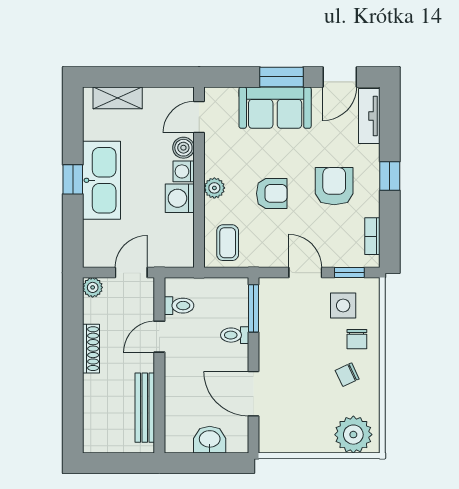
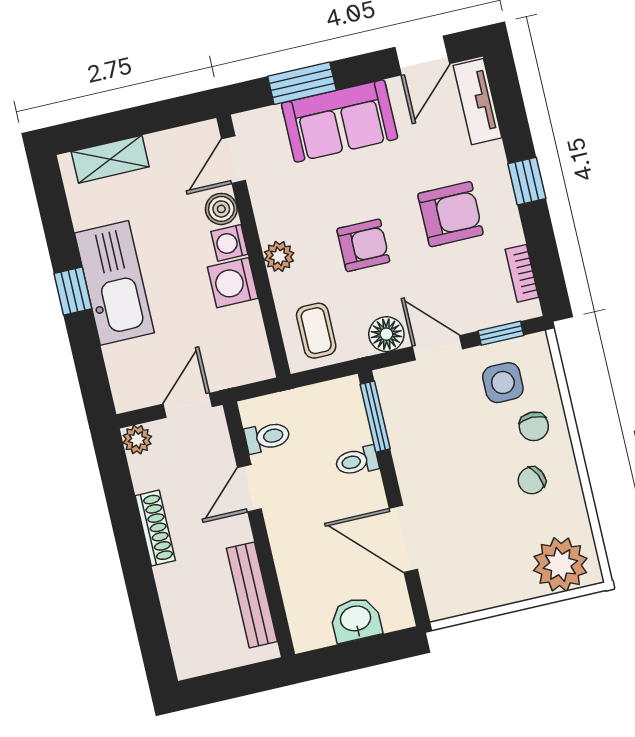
window: (281, 77) -> (302, 83), moved
armchair: (334, 186) -> (450, 214), turned 90
floor lamp: (274, 256) -> (386, 334), added

